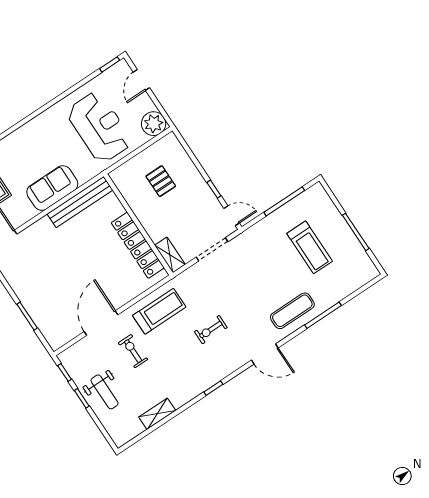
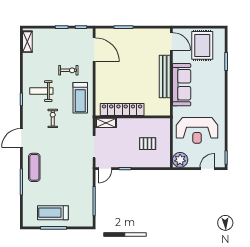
door: (141, 80) -> (207, 169), hinge flipped
sofa: (52, 188) -> (182, 85), width x1.36
bench: (80, 202) -> (165, 76), moved
treadmill: (310, 247) -> (53, 213), moved
door: (101, 323) -> (94, 50), moved
weight bench: (105, 392) -> (41, 91), moved
shelving: (157, 414) -> (27, 42), moved

